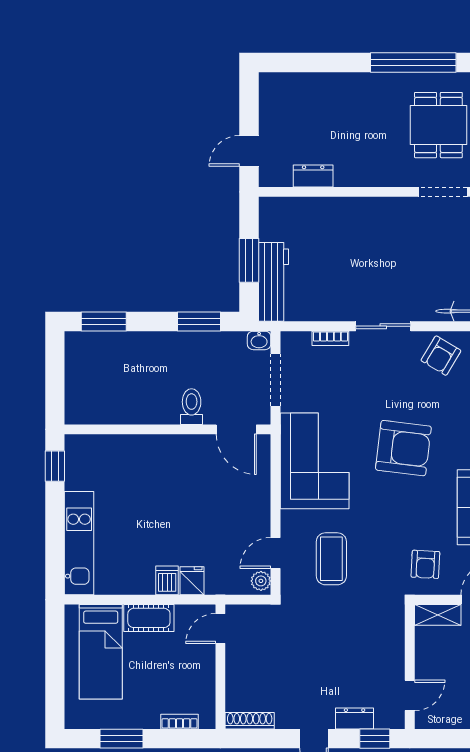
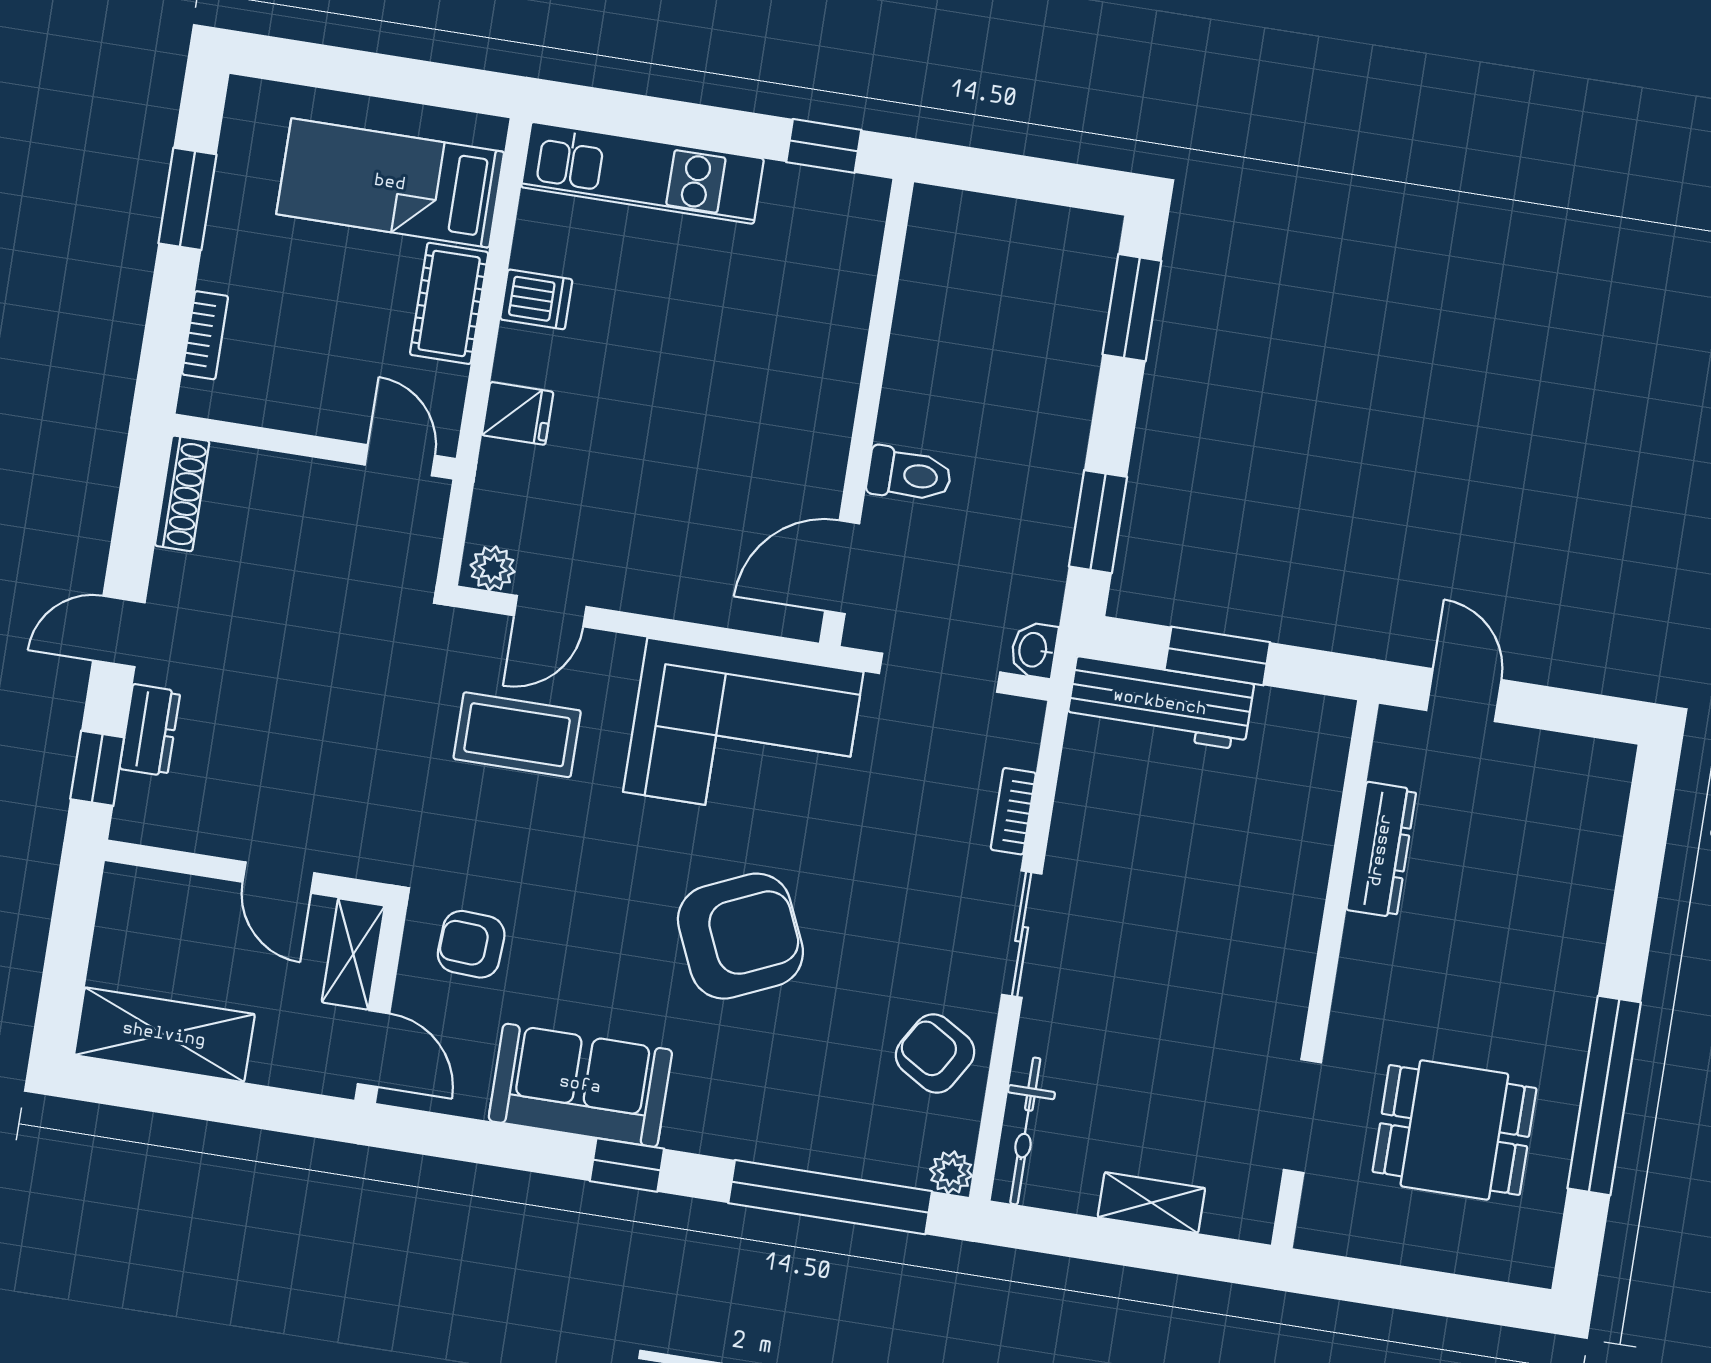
dresser: (313, 176) -> (1381, 850), width x1.44
armchair: (403, 448) -> (740, 936), turned -121
door: (275, 553) -> (550, 611), swing flipped
dishwasher: (167, 580) -> (536, 299), moved
door: (410, 695) -> (278, 878), moved

